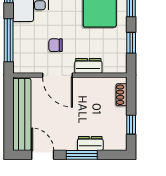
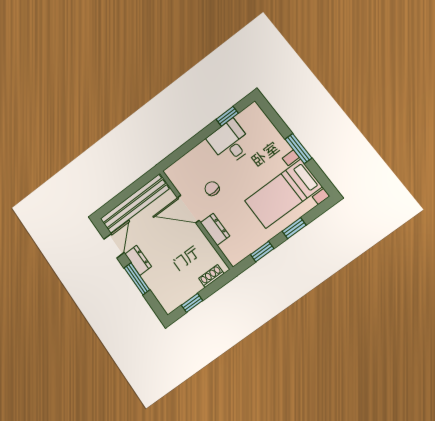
window: (9, 40) -> (187, 147), removed
door: (58, 75) -> (188, 209), hinge flipped
dresser: (90, 143) -> (138, 260), moved

